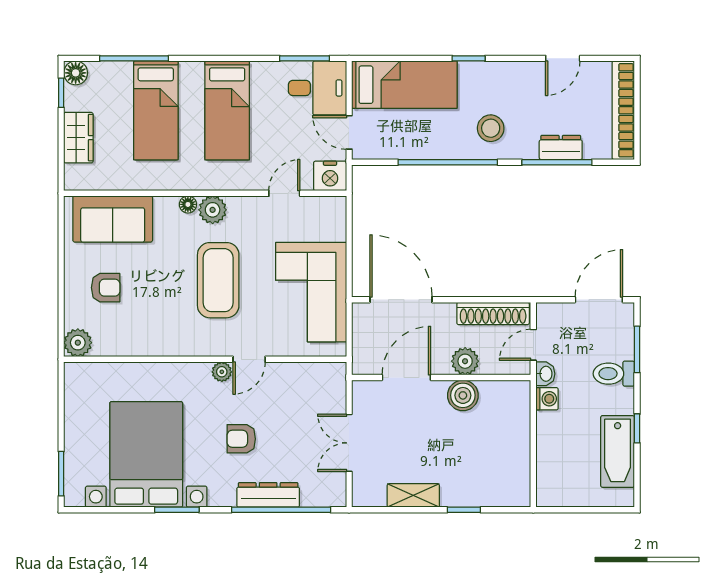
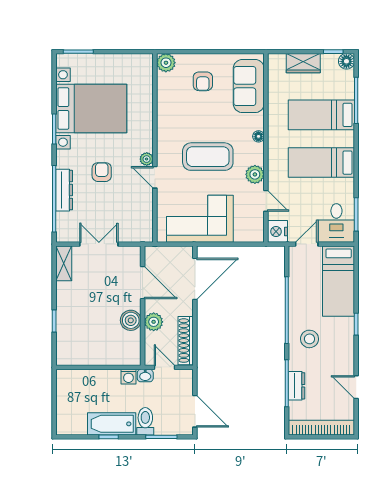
plant: (213, 210) -> (255, 174), moved
bathtub: (618, 451) -> (112, 424), moved
shelving: (413, 495) -> (64, 263), moved

